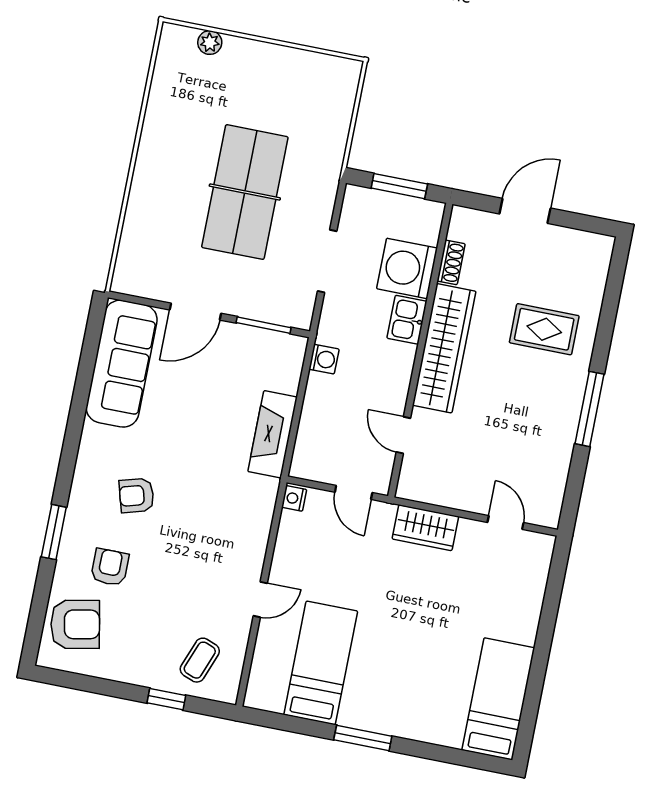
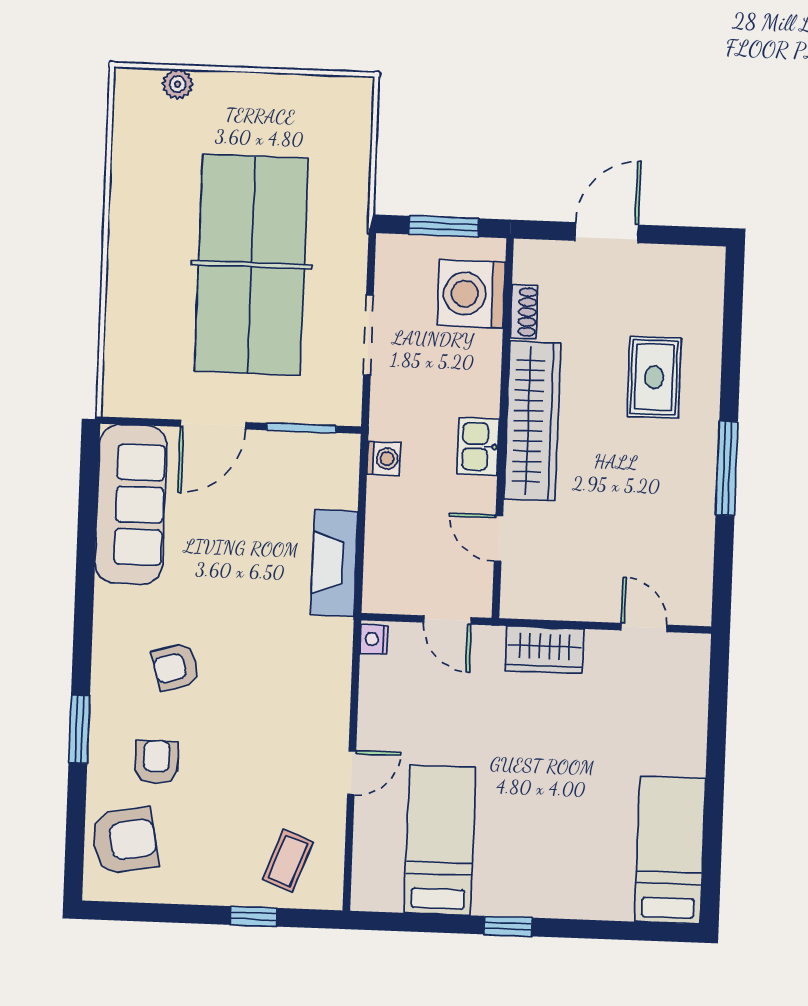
table tennis table: (245, 192) -> (251, 265), width x1.36, depth x1.32
washing machine: (407, 268) -> (471, 294), moved
kitchen sink: (407, 320) -> (478, 446), moved
rug: (544, 329) -> (654, 377), turned 90
window: (363, 738) -> (508, 926), width x0.67

